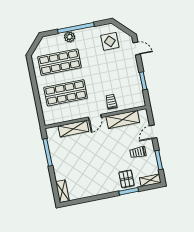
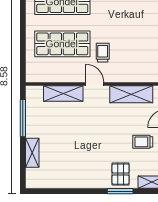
trolley: (111, 102) -> (103, 53), moved
door: (95, 117) -> (95, 84), swing flipped
shelving: (62, 191) -> (32, 153), moved

